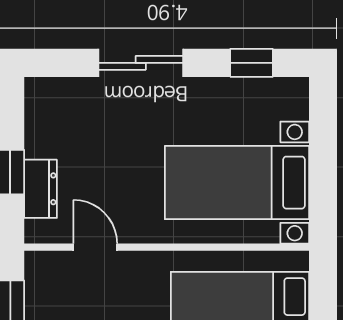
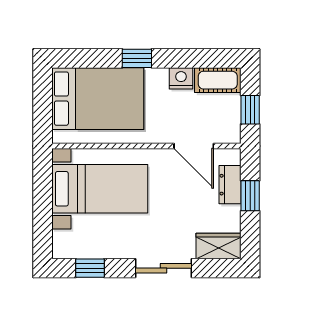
wardrobe: (58, 96) -> (218, 246), added
door: (95, 247) -> (194, 146), width x1.38

